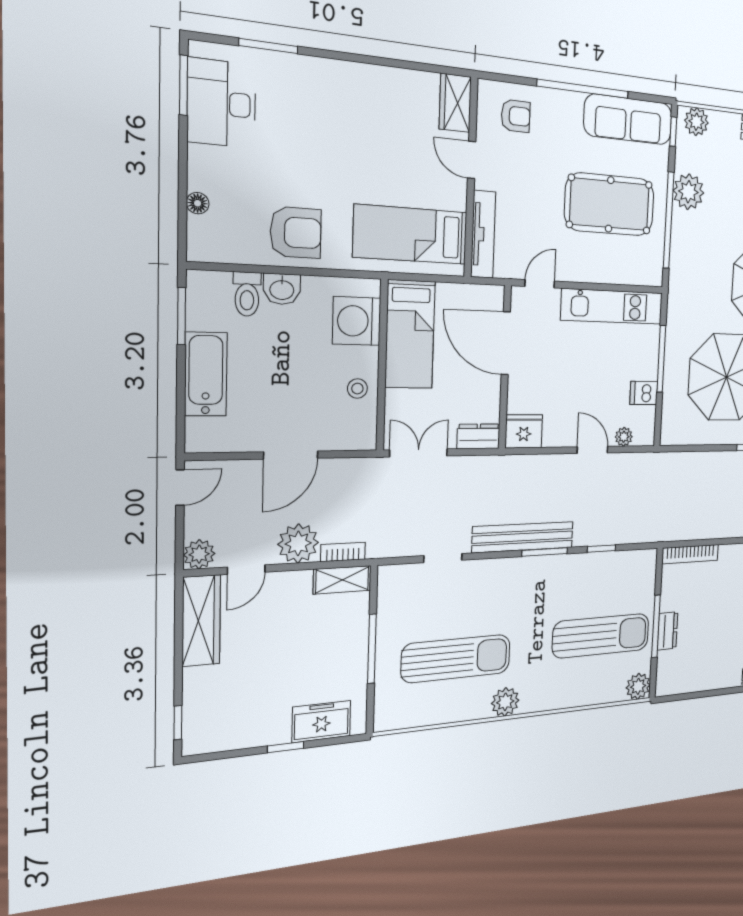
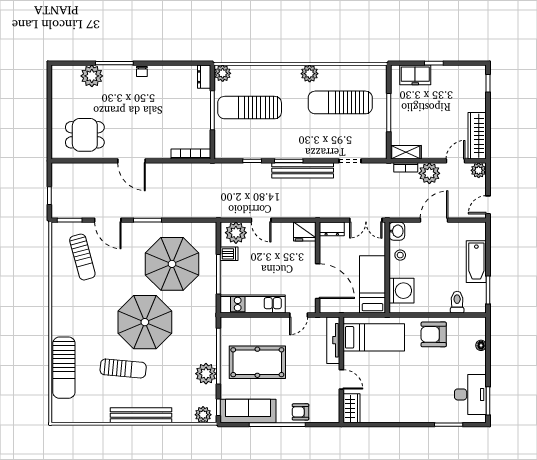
armchair: (516, 116) -> (300, 412), moved
washbasin: (282, 289) -> (397, 231), moved, turned 90
plant: (624, 437) -> (236, 233), width x1.87, depth x1.87
dresser: (667, 631) -> (204, 77), moved

